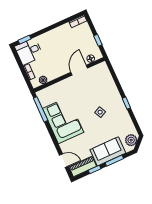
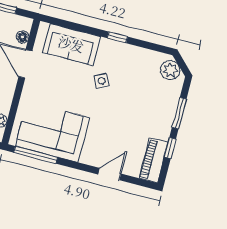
corner sofa: (63, 120) -> (52, 132), moved
sofa: (108, 151) -> (71, 44), moved, turned -90
door: (64, 161) -> (109, 174), moved

